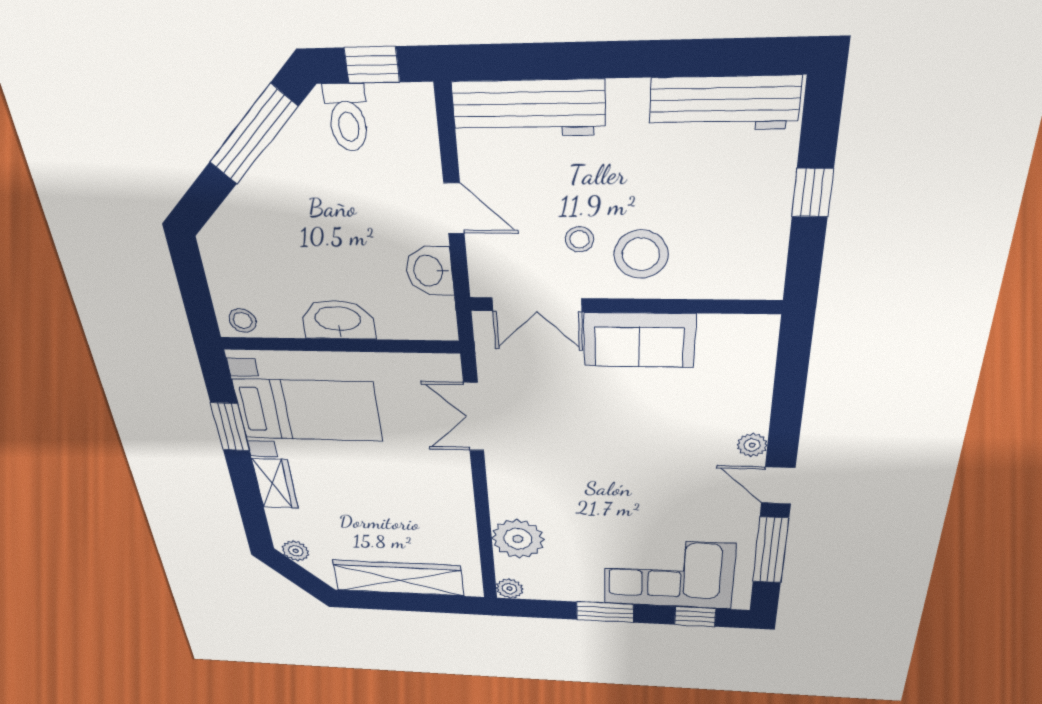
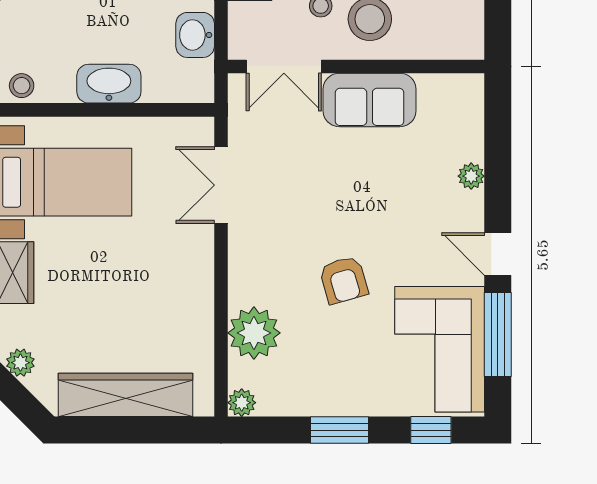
plant: (752, 445) -> (471, 176), moved
armchair: (609, 501) -> (344, 280), added
corner sofa: (669, 574) -> (440, 349), moved, turned -90

